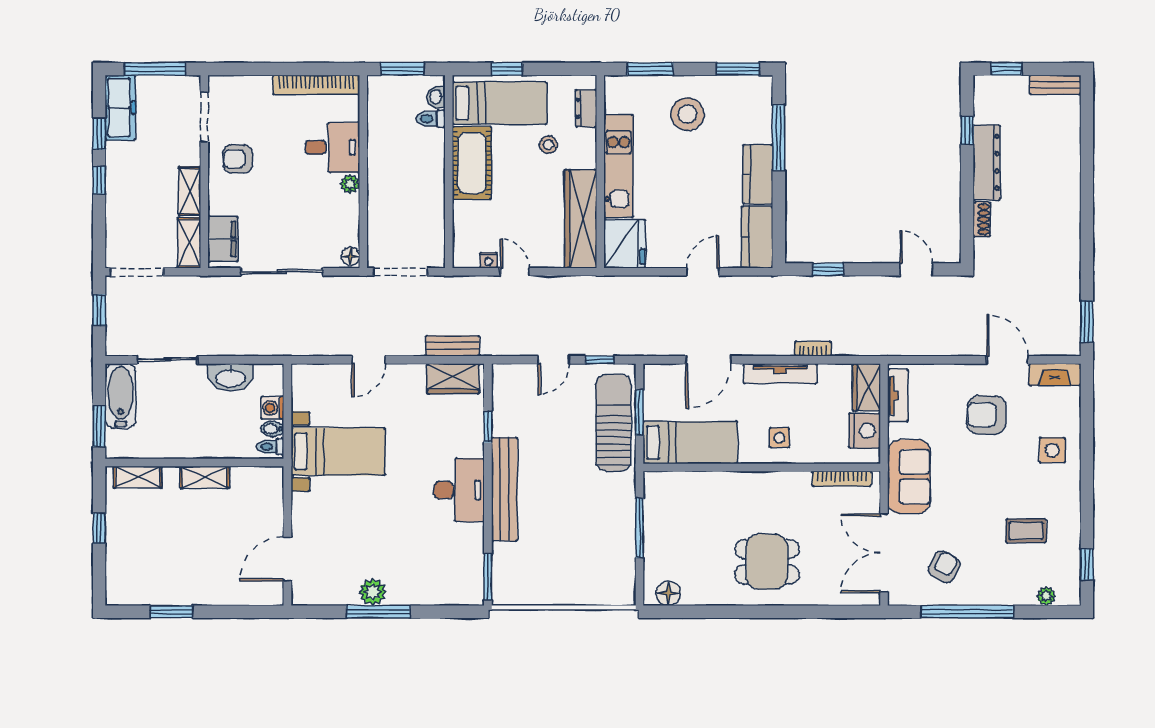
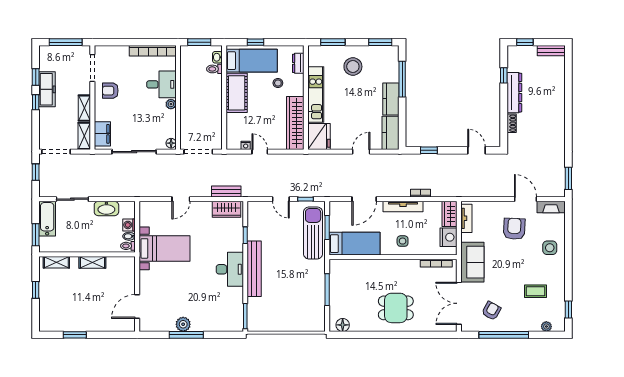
freezer: (120, 108) -> (47, 89), moved
door: (554, 360) -> (281, 199), hinge flipped
armchair: (987, 415) -> (514, 229), turned 91

